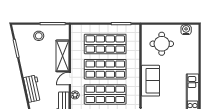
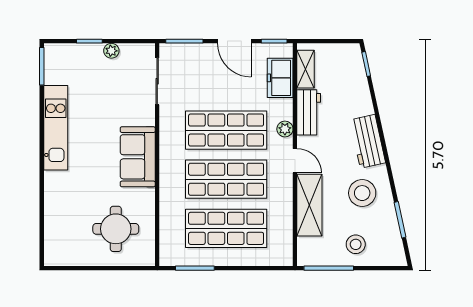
water cooler: (186, 30) -> (68, 256), removed
stool: (35, 62) -> (362, 193), added
door: (70, 79) -> (295, 161), hinge flipped

